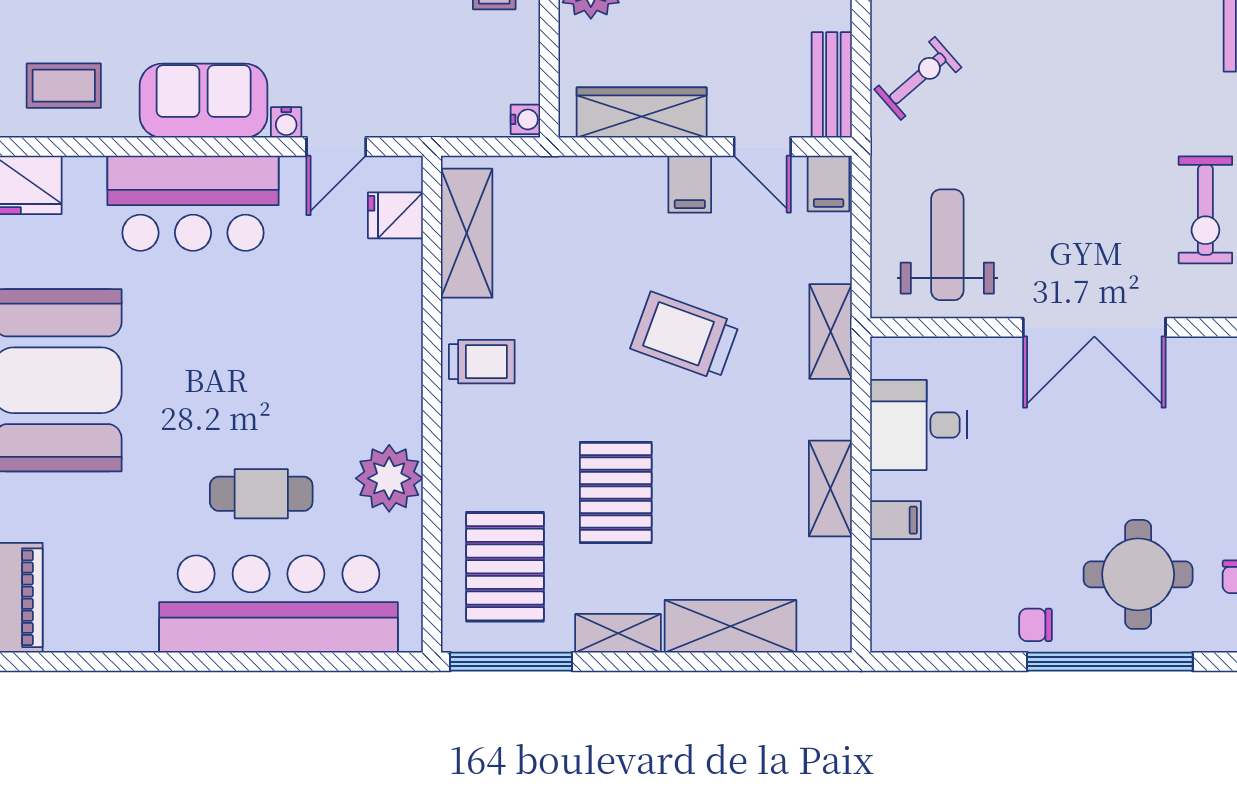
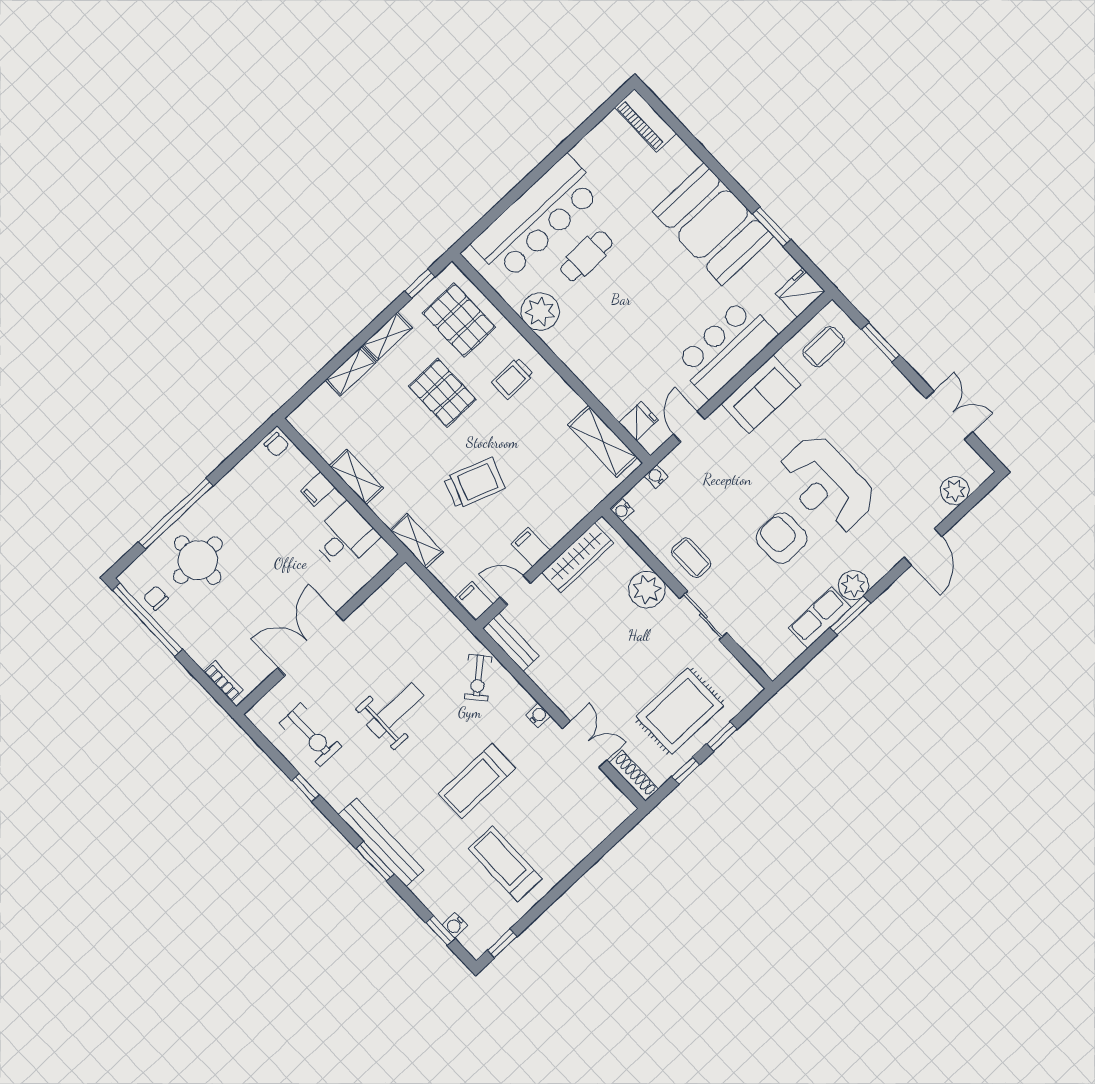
water cooler: (286, 122) -> (656, 476), moved
exercise bike: (1205, 210) -> (310, 735), turned 180
weight bench: (947, 245) -> (395, 710), moved, turned -90
trolley: (482, 362) -> (513, 378), moved
chair: (1036, 625) -> (276, 445), moved, turned 90
shelving: (730, 626) -> (351, 371), width x0.67, depth x0.75
window: (511, 662) -> (420, 284), width x0.46

